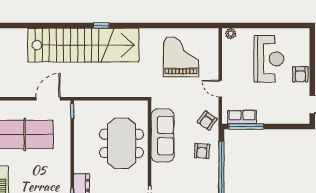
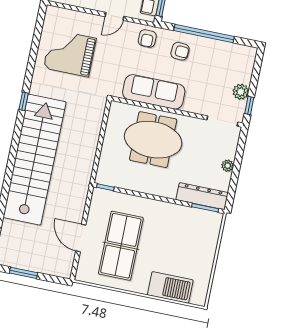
window: (101, 26) -> (24, 101), moved
door: (48, 99) -> (81, 238), moved
armchair: (207, 121) -> (147, 38), turned 55

